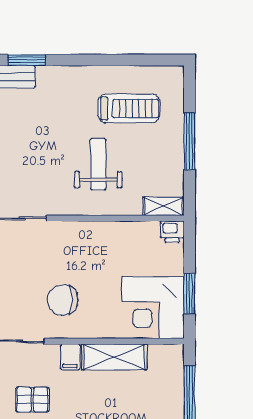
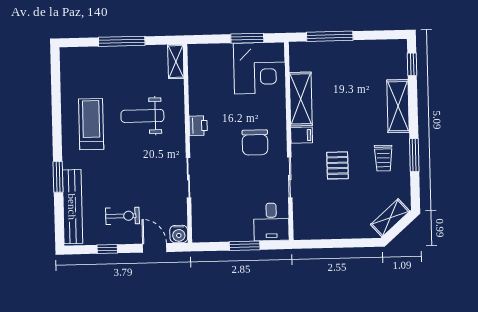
treadmill: (129, 108) -> (91, 124), moved
printer: (172, 232) -> (198, 126), moved

